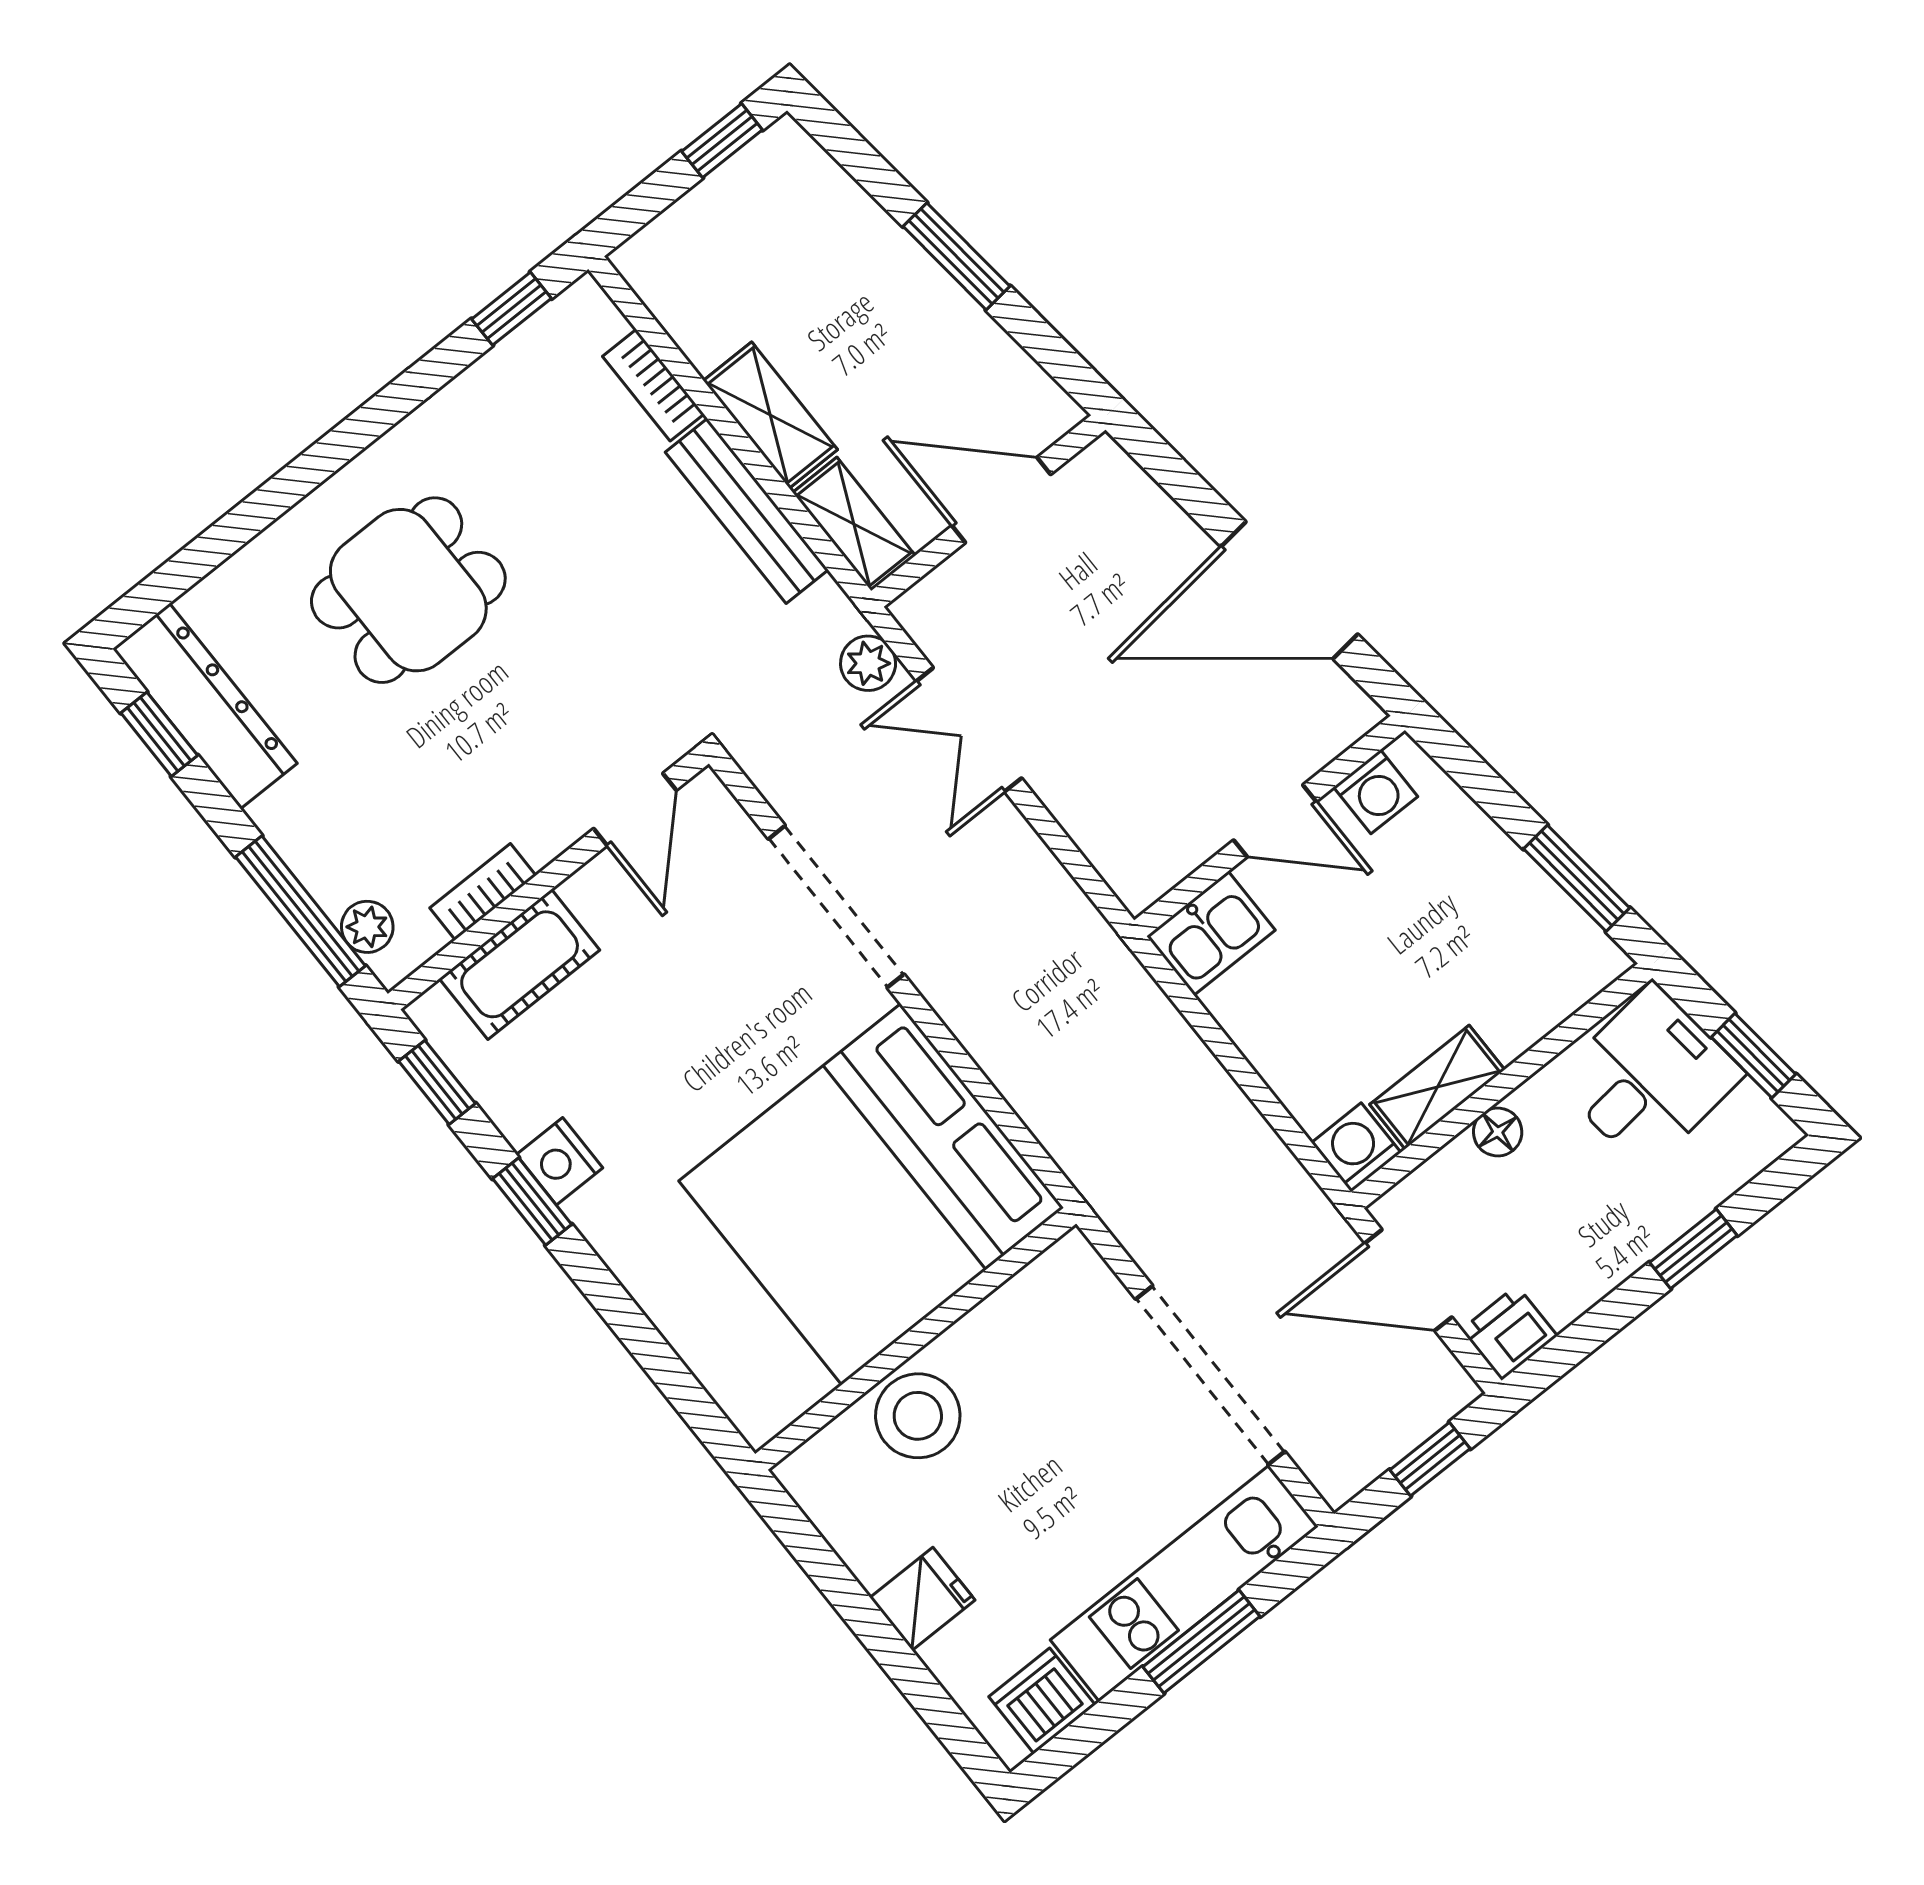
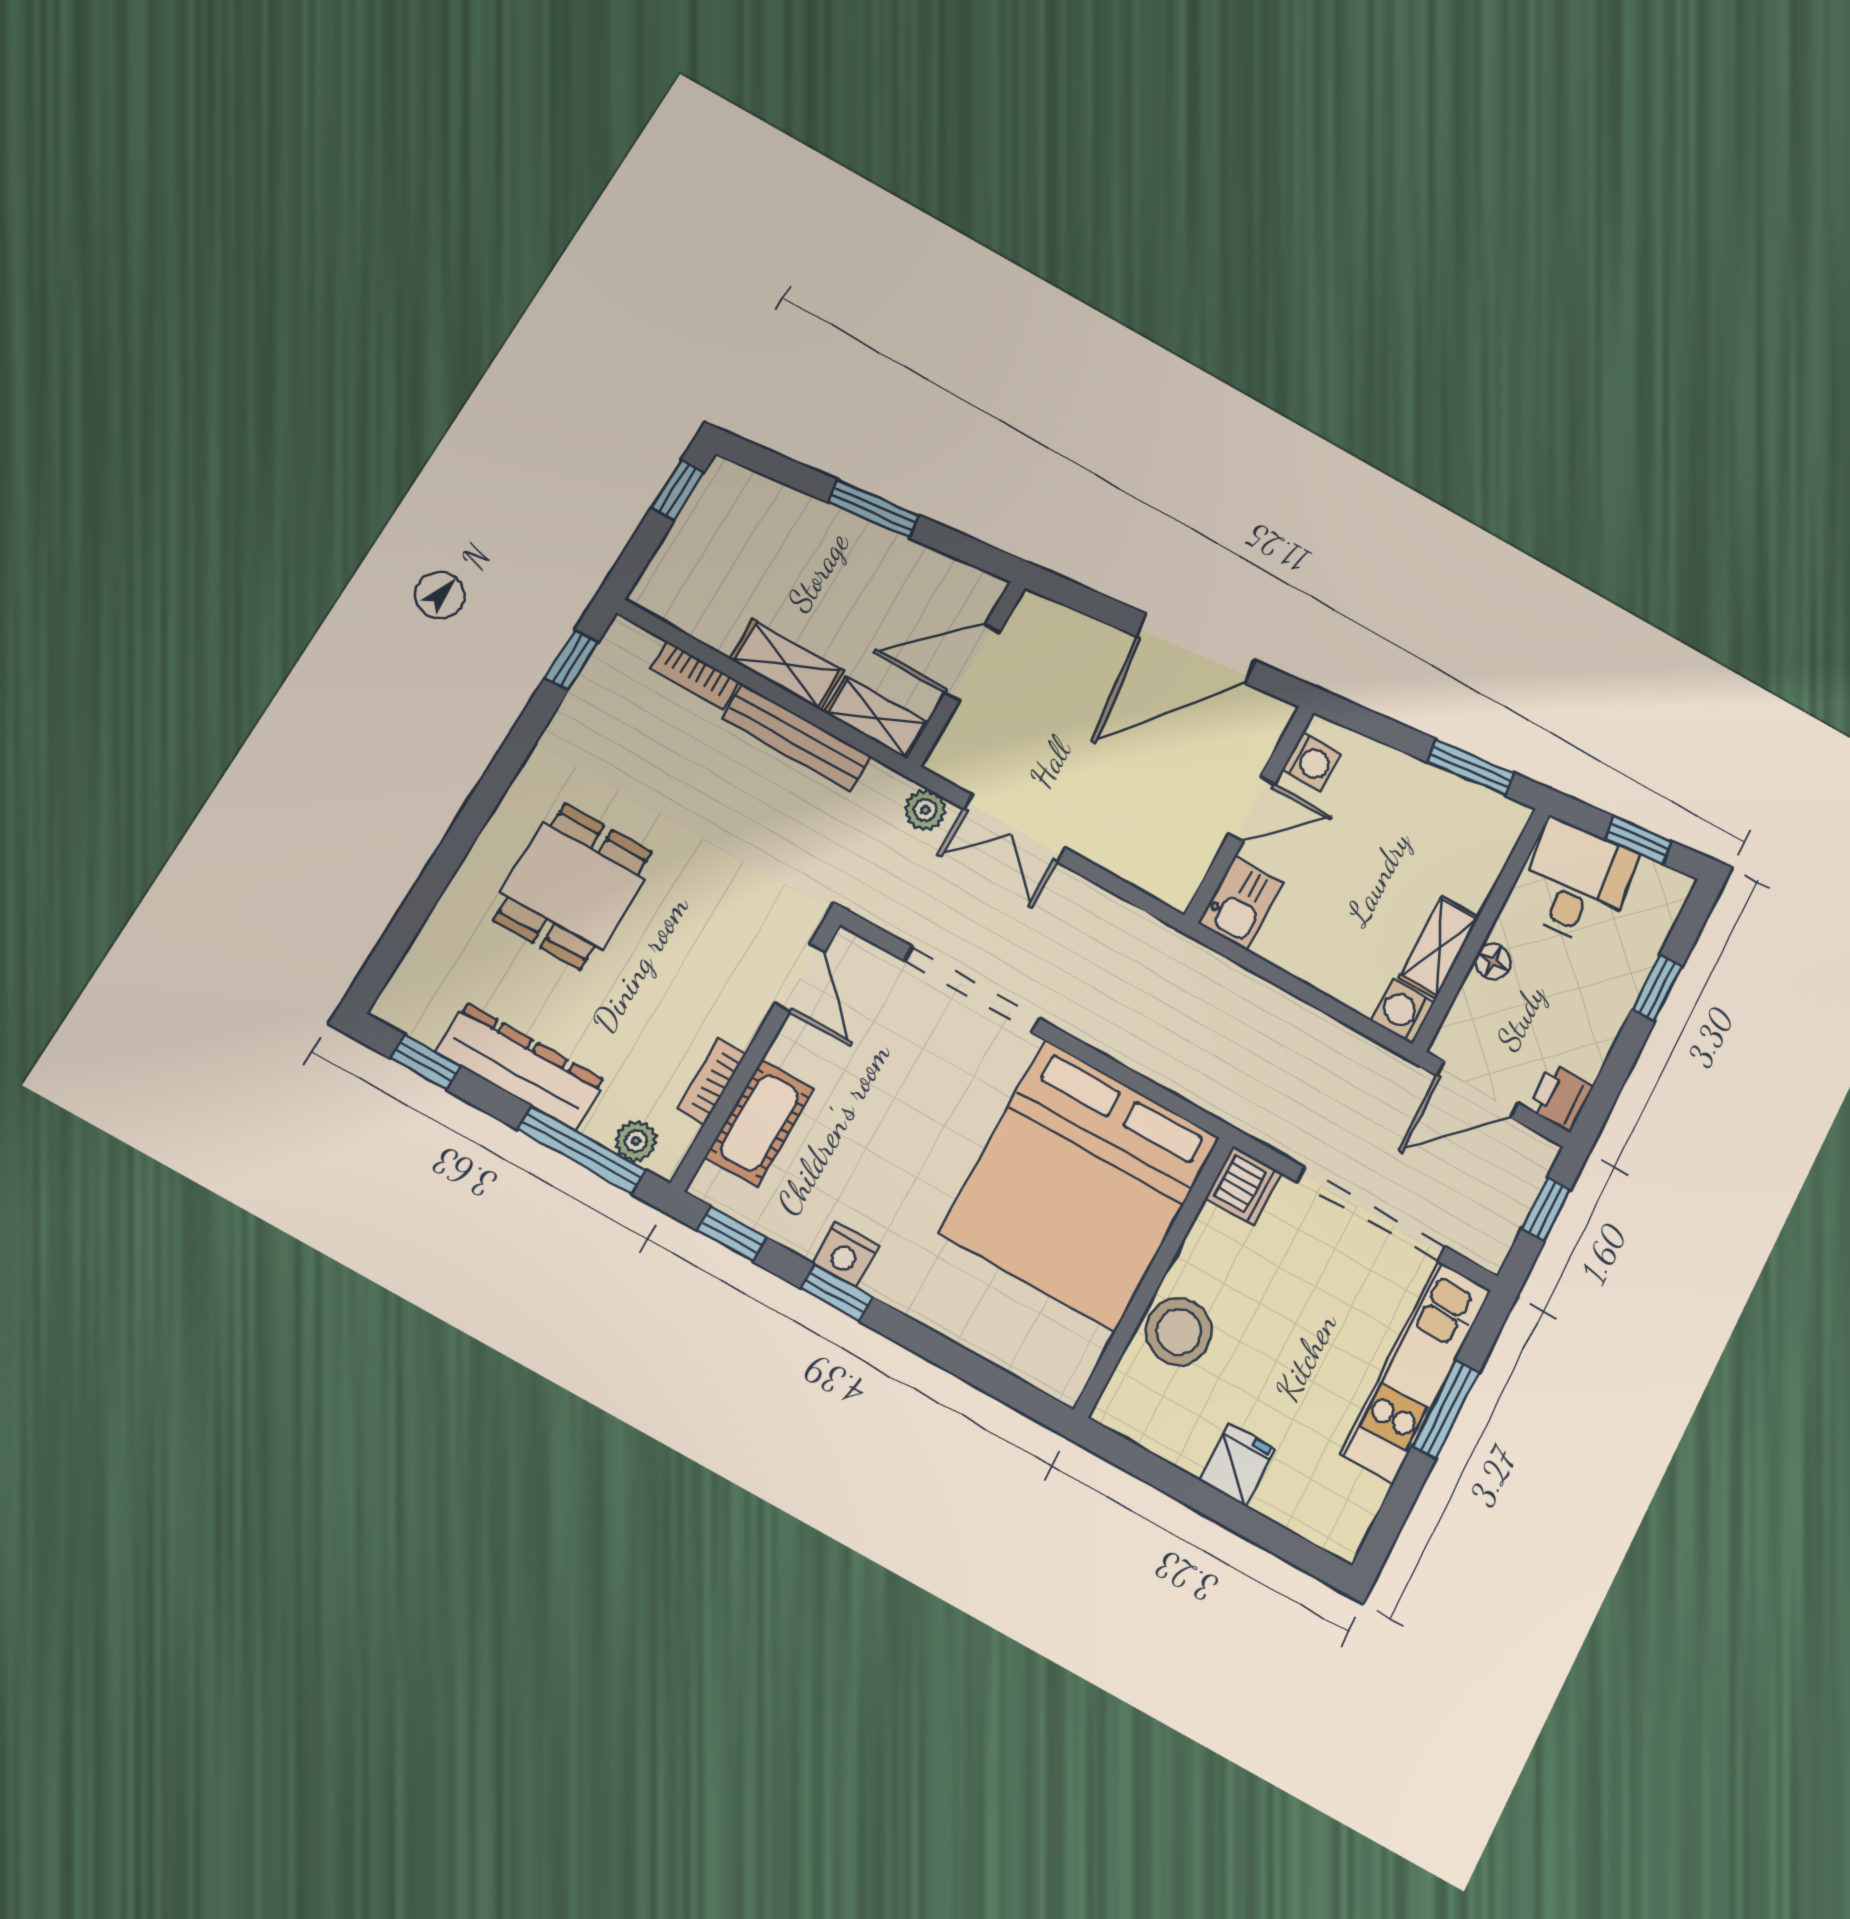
dresser: (205, 706) -> (520, 1066), moved
dishwasher: (1042, 1701) -> (1243, 1185), moved, turned 180

